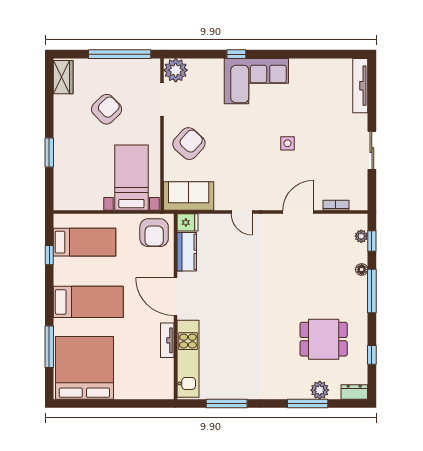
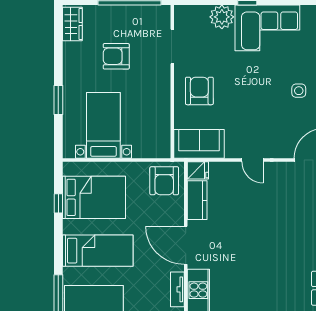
plant: (176, 70) -> (222, 17), moved
armchair: (107, 109) -> (116, 56), turned -136
armchair: (189, 144) -> (199, 91), turned -42
bed with nightstands: (131, 178) -> (103, 125), moved
bed: (85, 242) -> (94, 197), width x1.50

